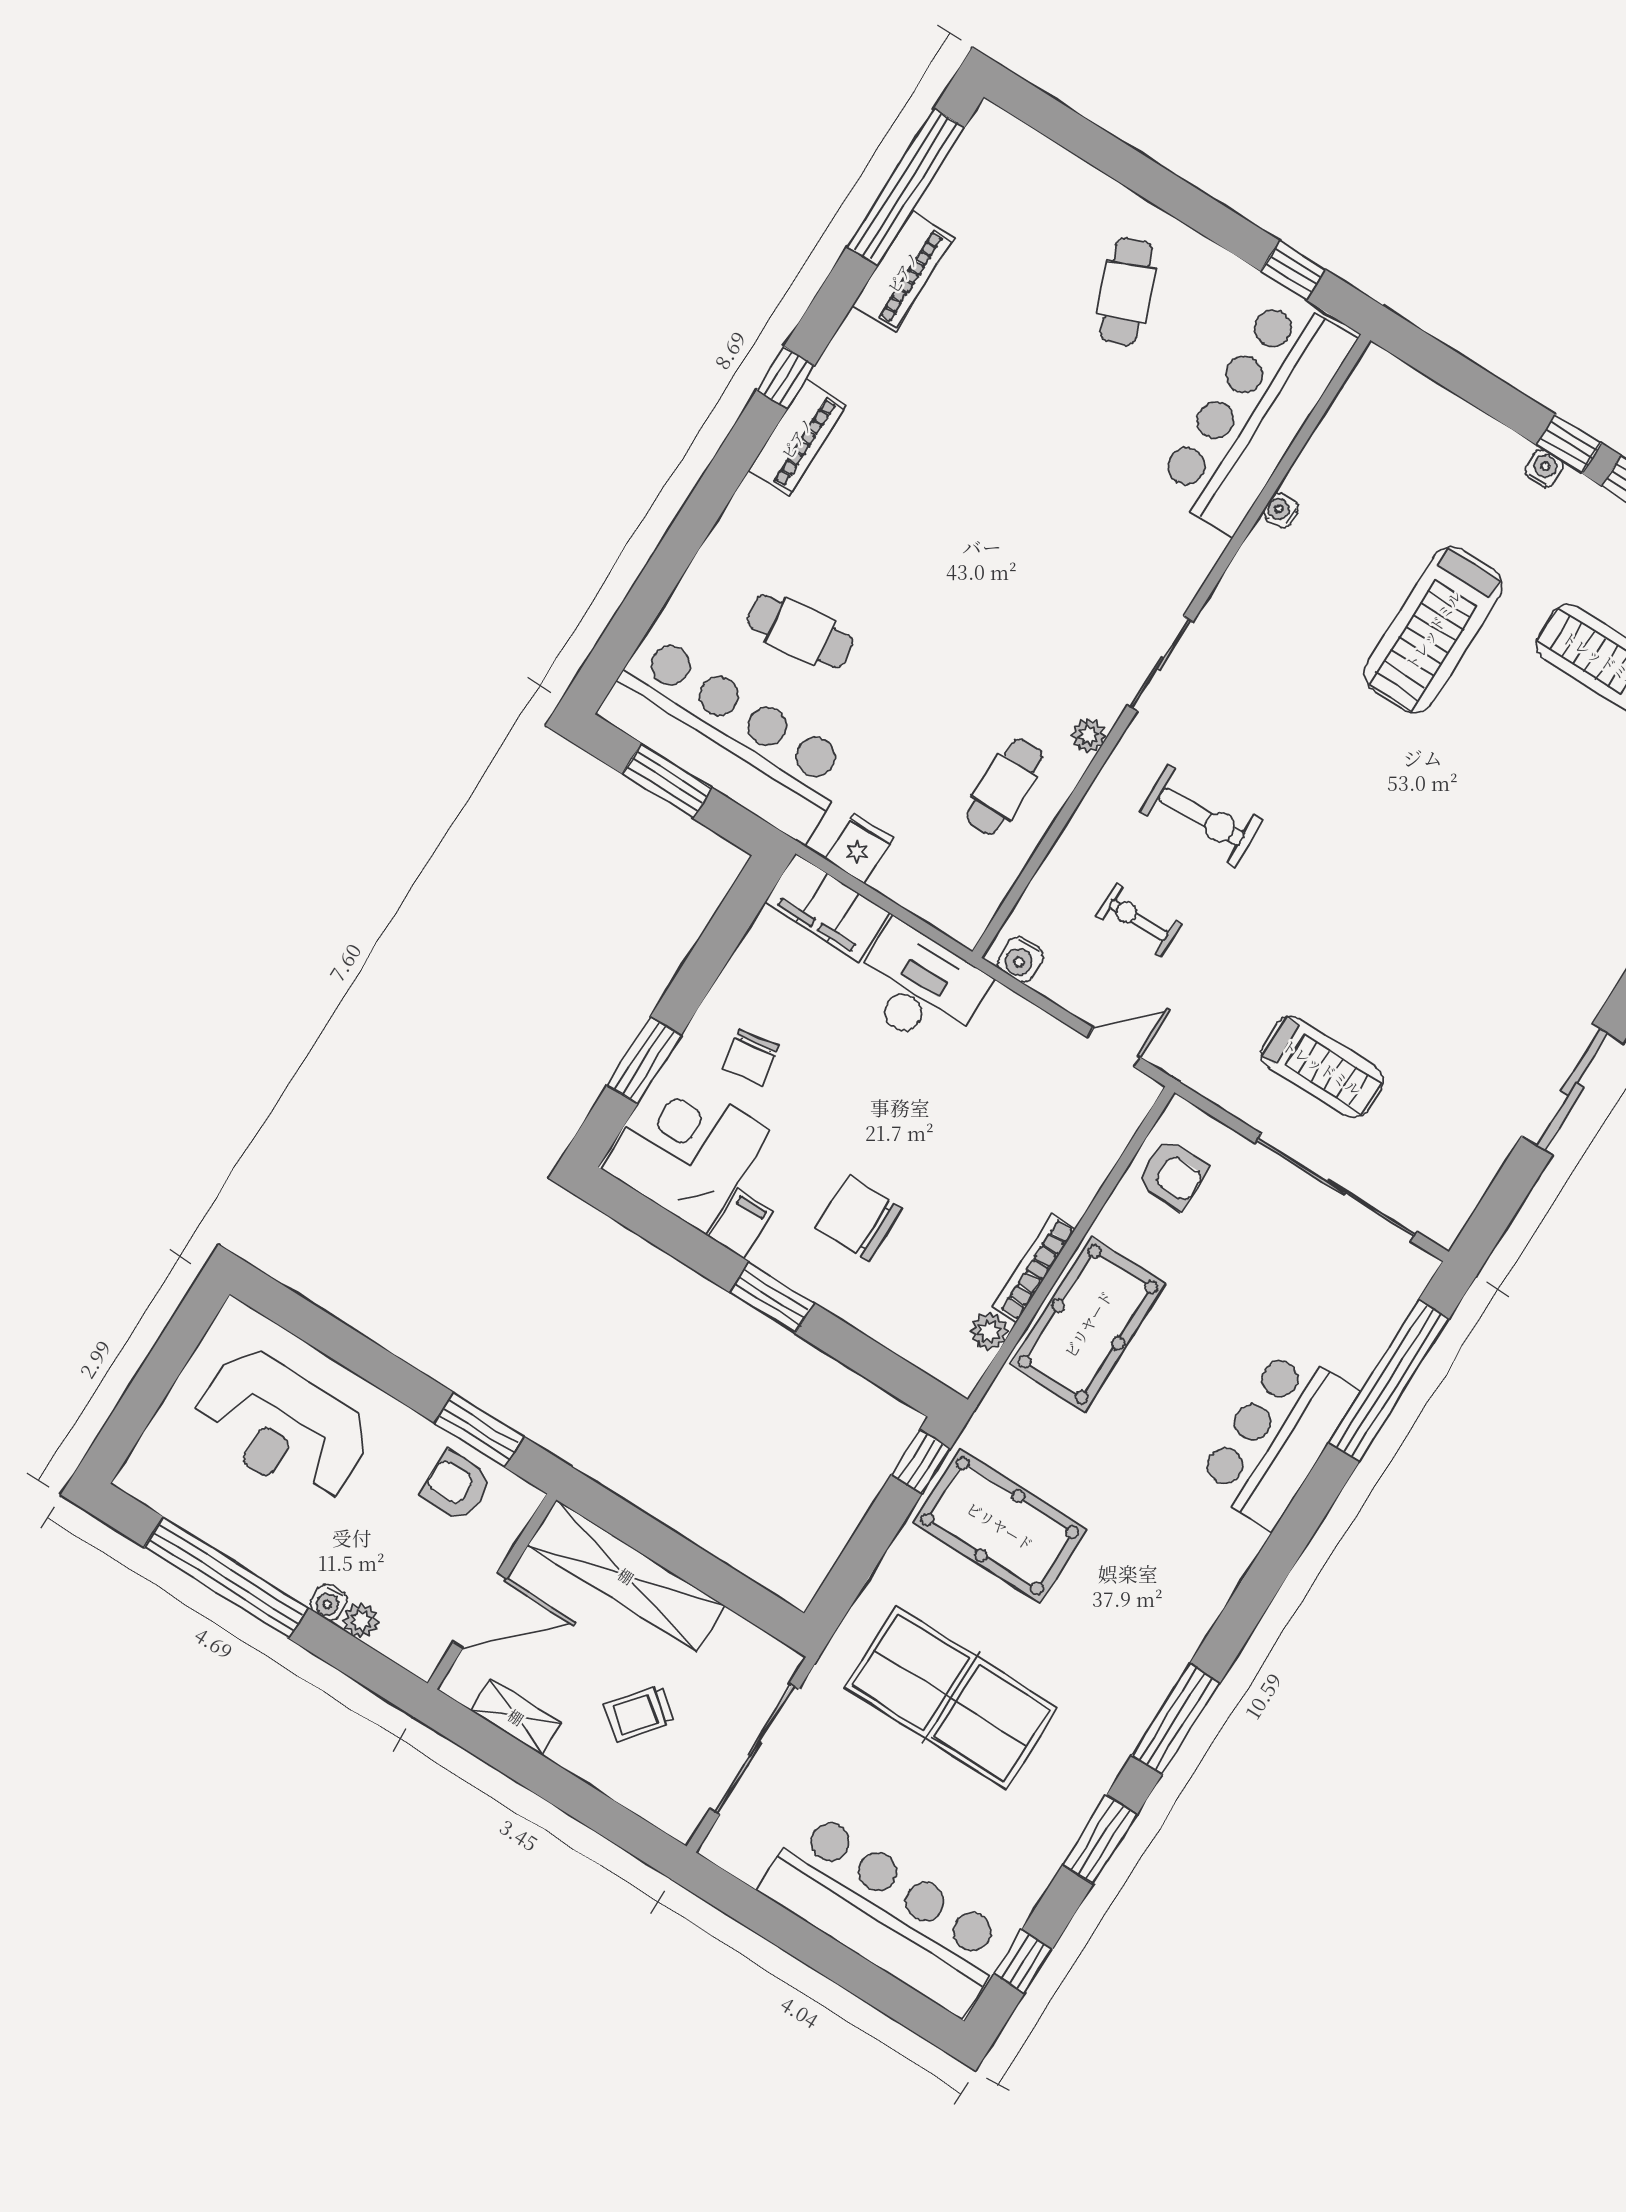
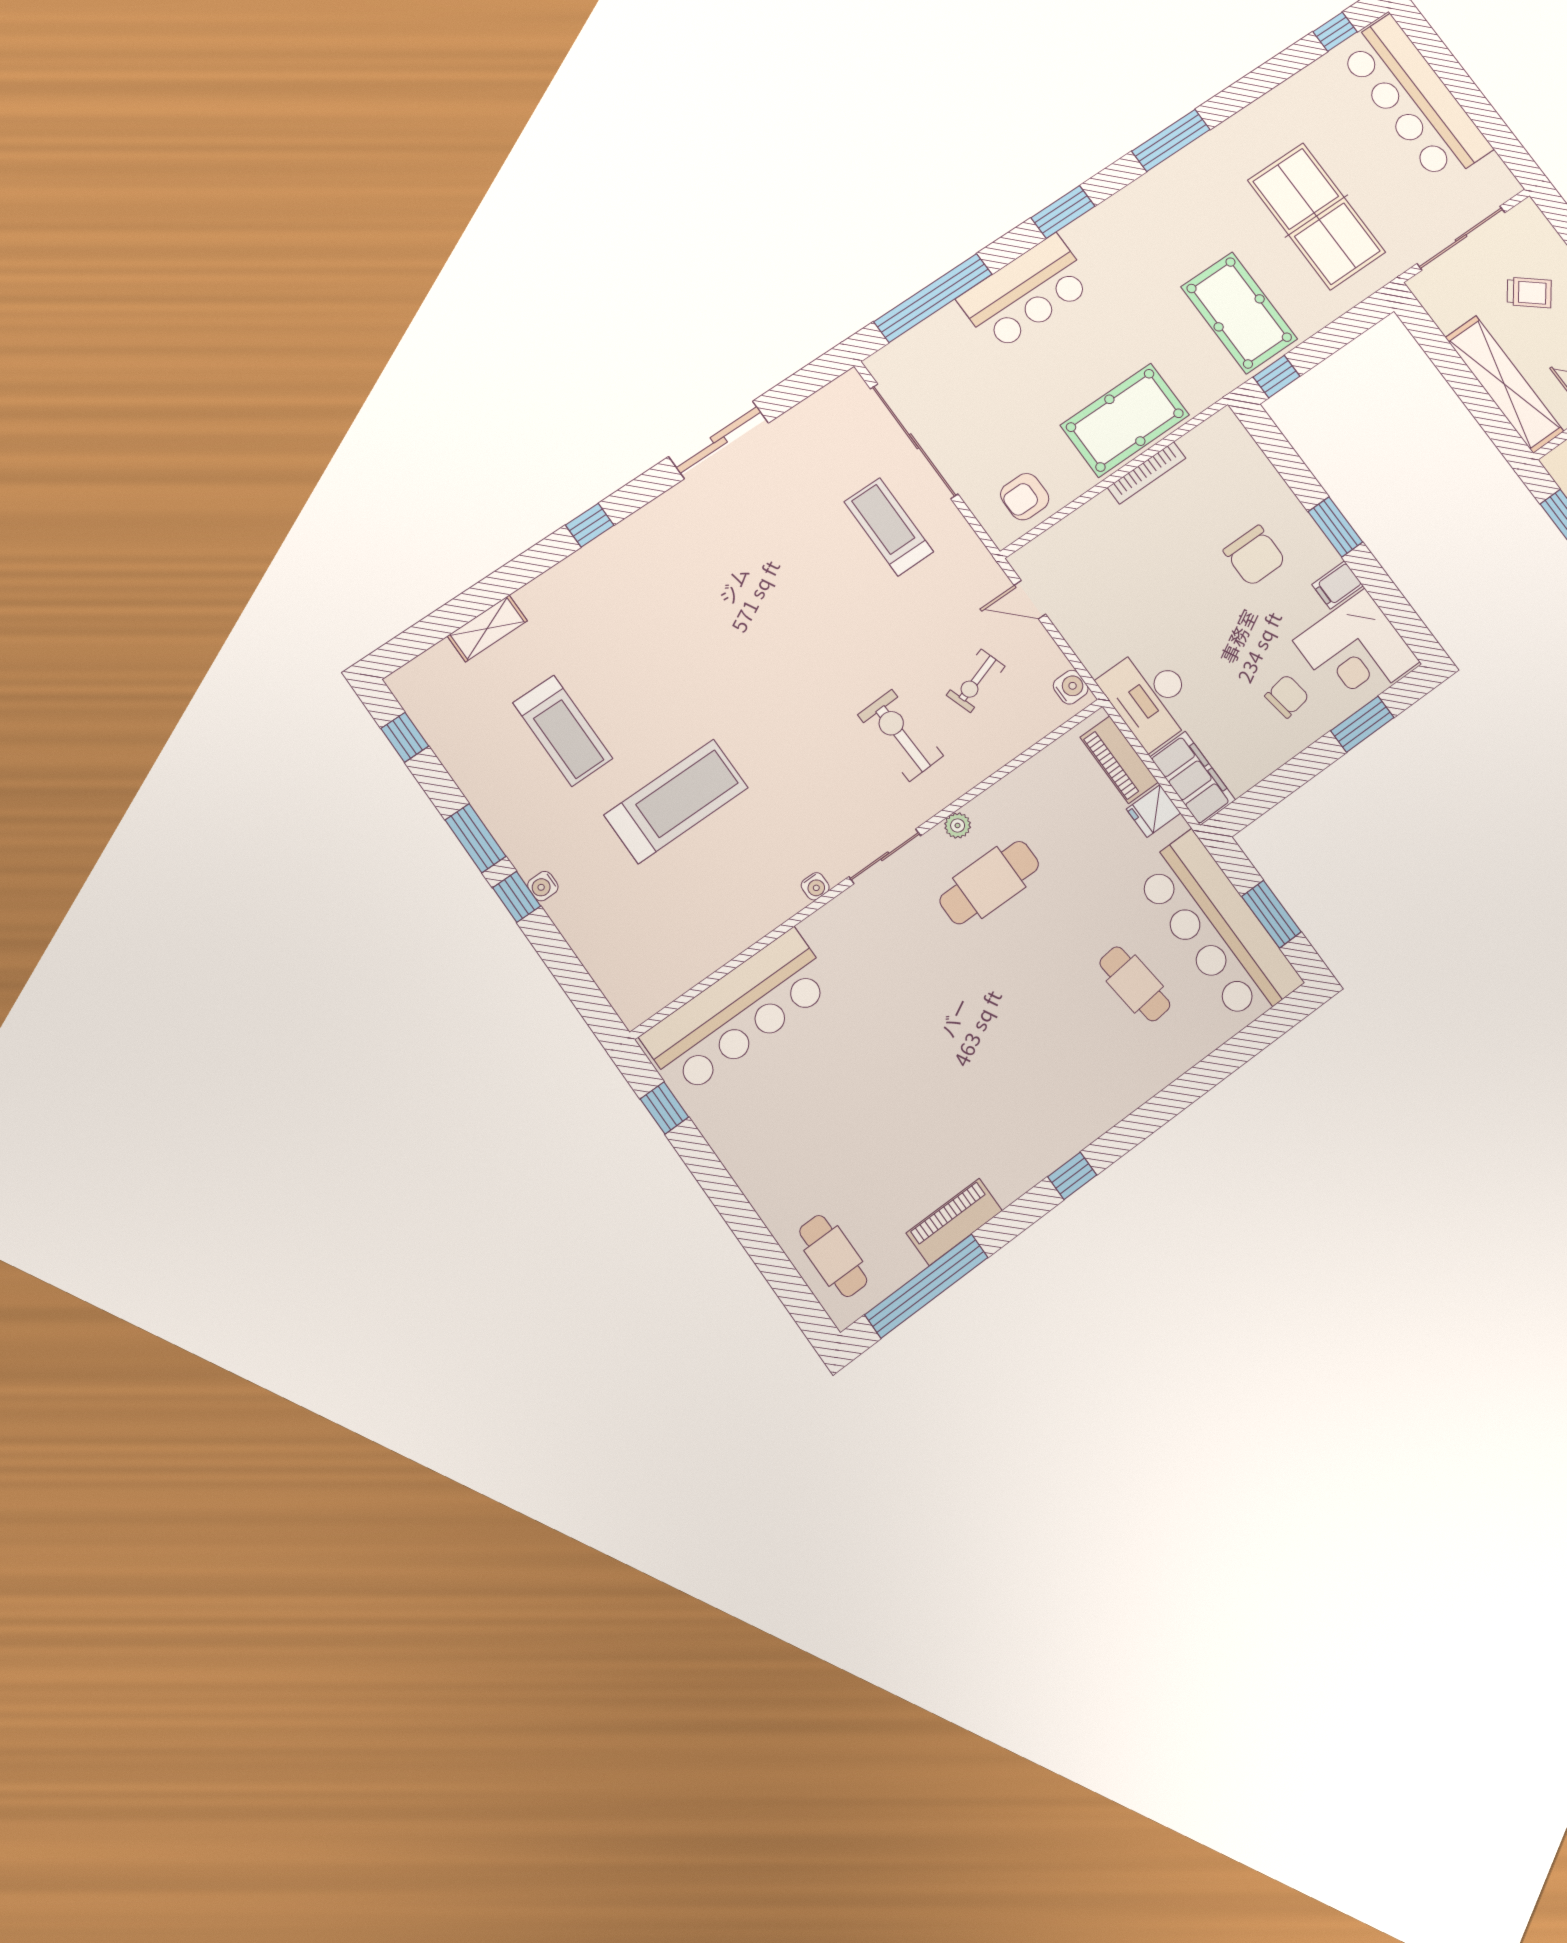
cafe table: (1126, 292) -> (833, 1256), moved, turned -68
piano: (797, 438) -> (1119, 760), moved, turned -90
water cooler: (1281, 510) -> (815, 886), moved
cafe table: (1004, 786) -> (989, 883), moved, width x1.37, depth x1.35
exercise bike: (1139, 920) -> (976, 681), turned 72
armchair: (1172, 1174) -> (1025, 497), turned -90
plant: (989, 1331) -> (1195, 444), removed
window: (1100, 1840) -> (1063, 212), moved

